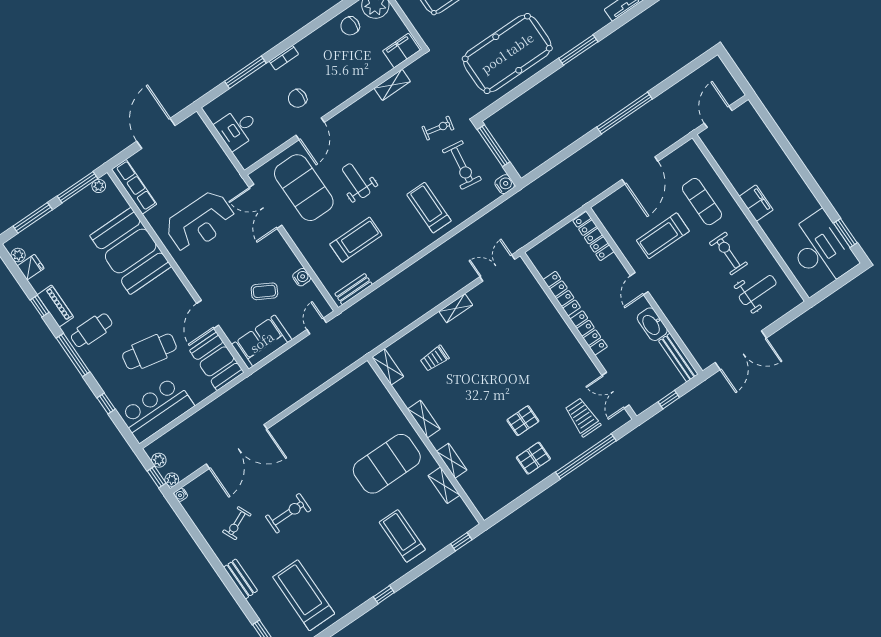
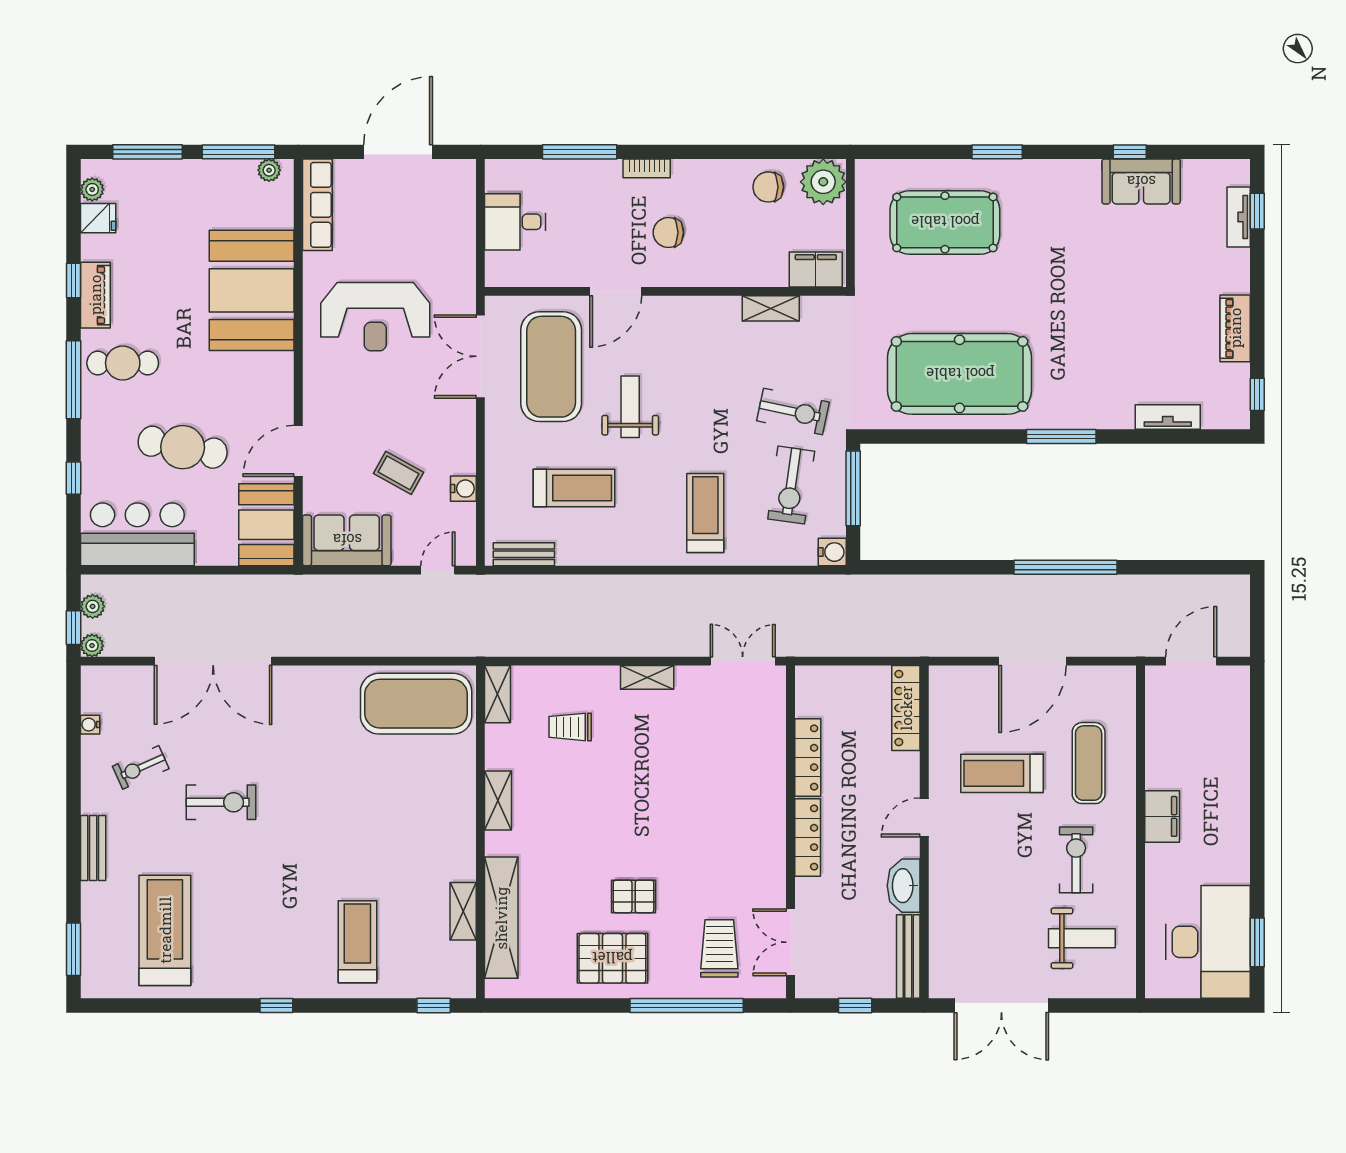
chair: (298, 98) -> (668, 232), moved
exercise bike: (438, 128) -> (793, 411), width x1.38, depth x1.39
pallet: (533, 458) -> (612, 958), width x1.50, depth x1.42
shelving: (452, 461) -> (501, 918), width x2.20, depth x1.33
exercise mat: (387, 464) -> (416, 704), moved
water cooler: (181, 495) -> (90, 725), moved

